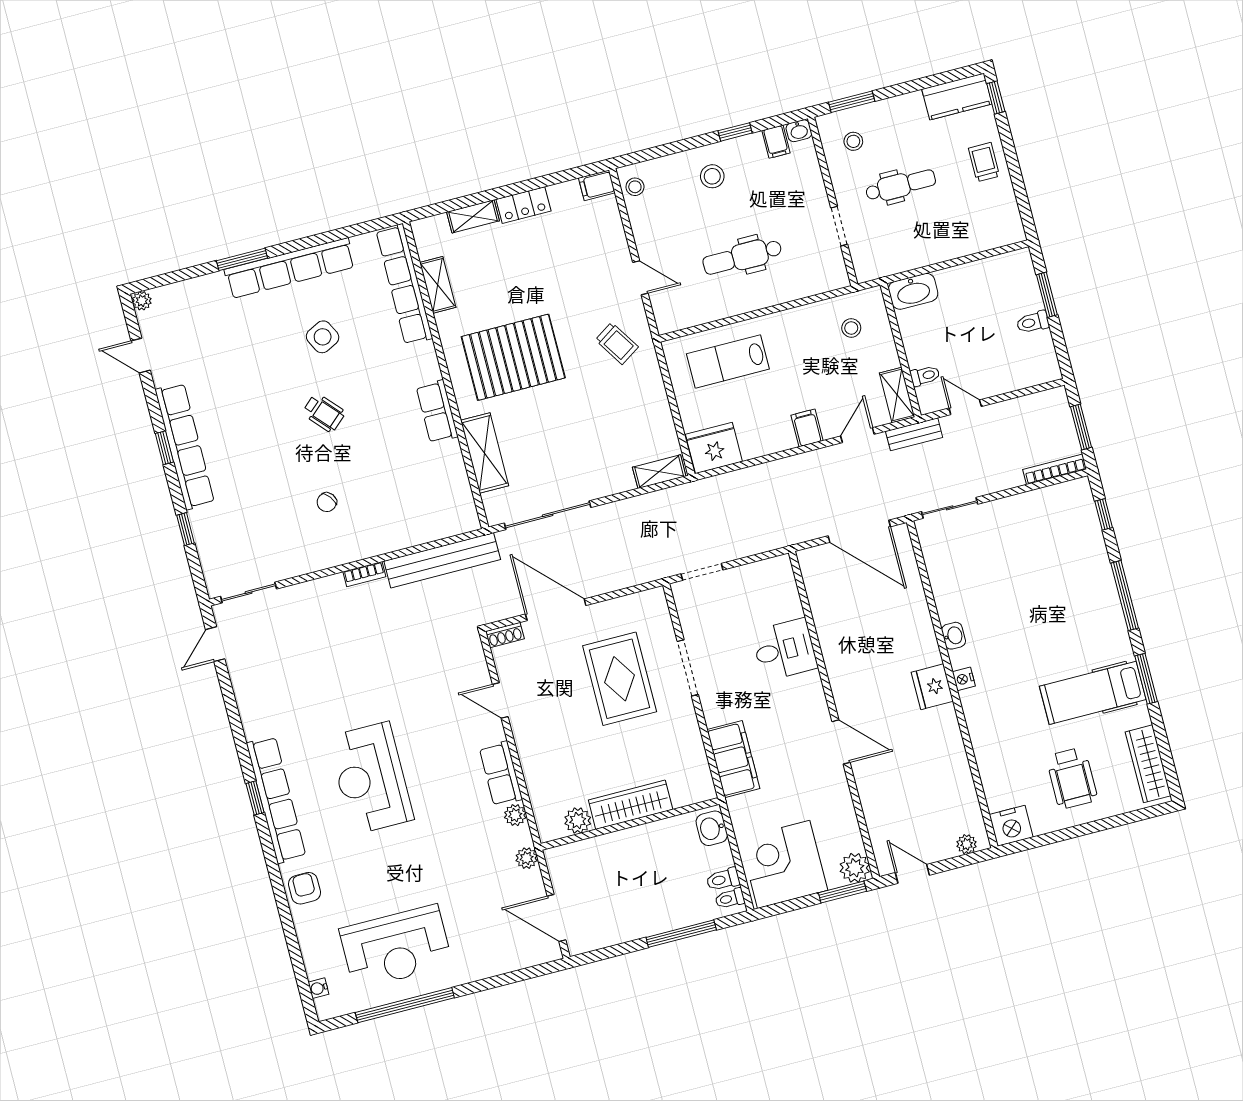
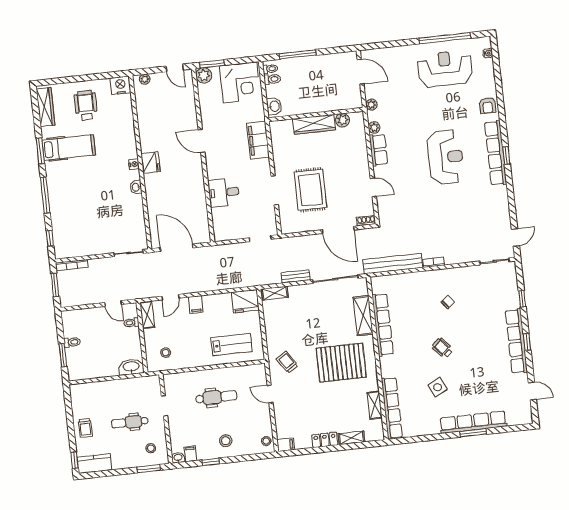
row of seats: (290, 268) -> (473, 422), moved
plant: (142, 301) -> (528, 419), removed
row of seats: (437, 412) -> (383, 325), width x2.02
bench: (914, 434) -> (296, 276), moved

